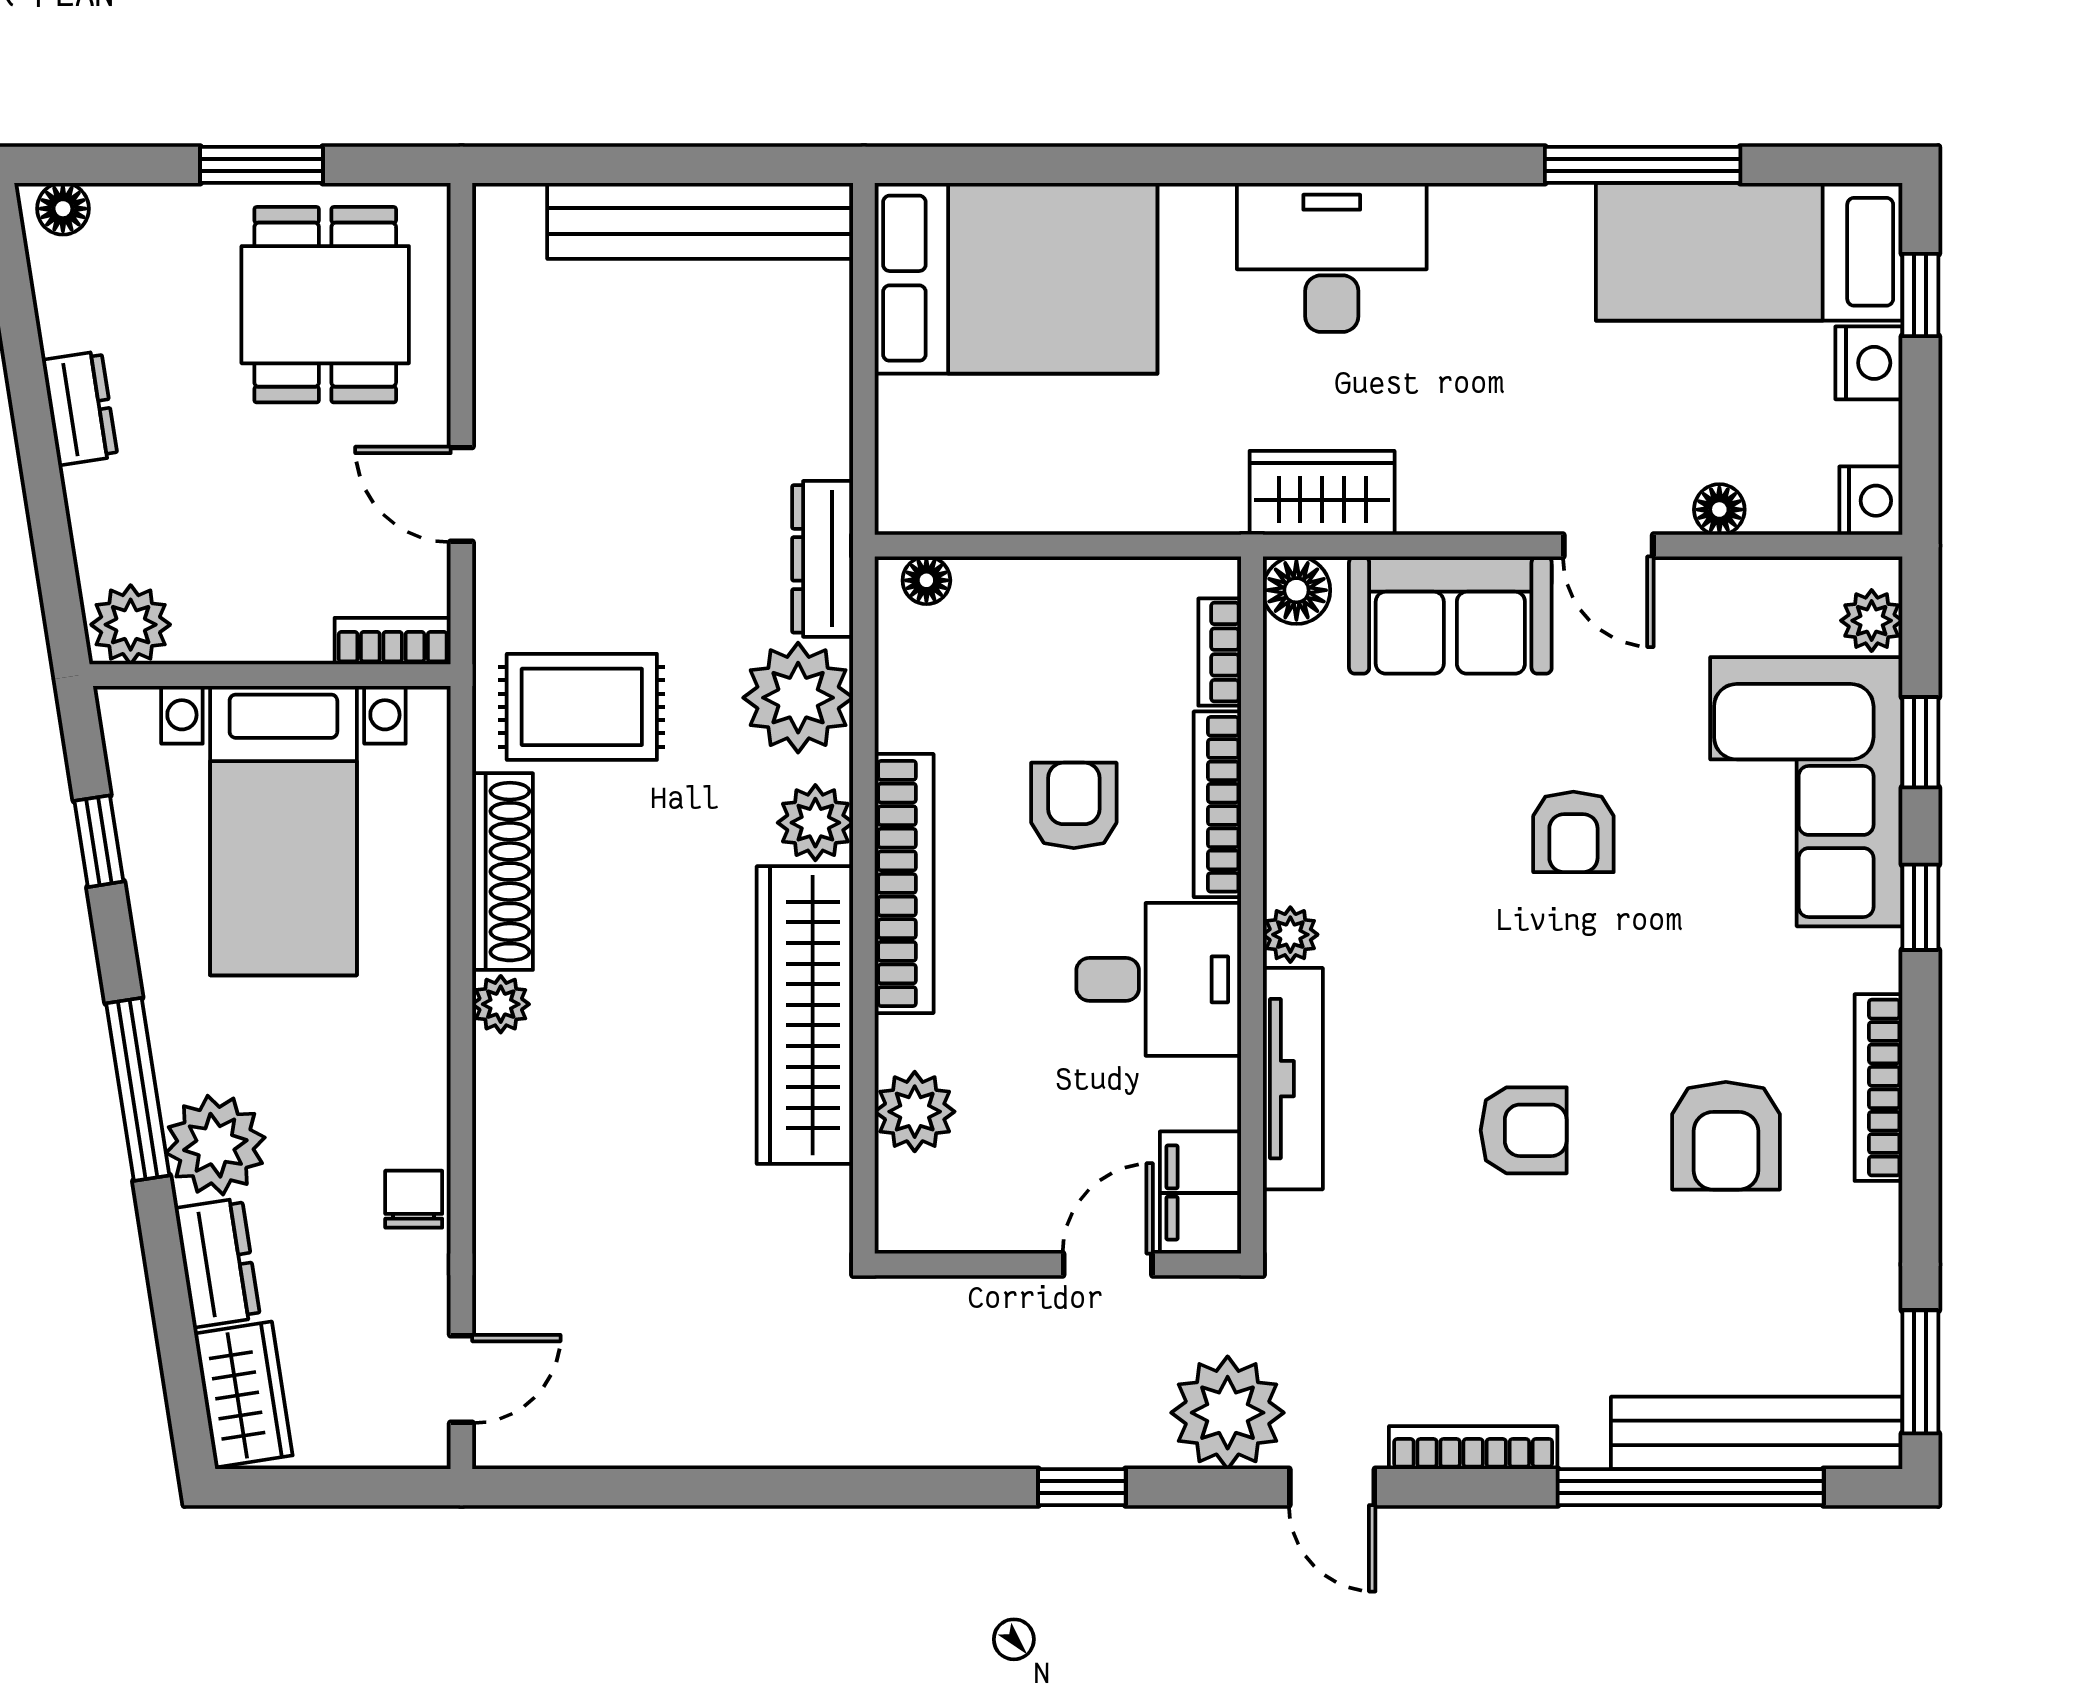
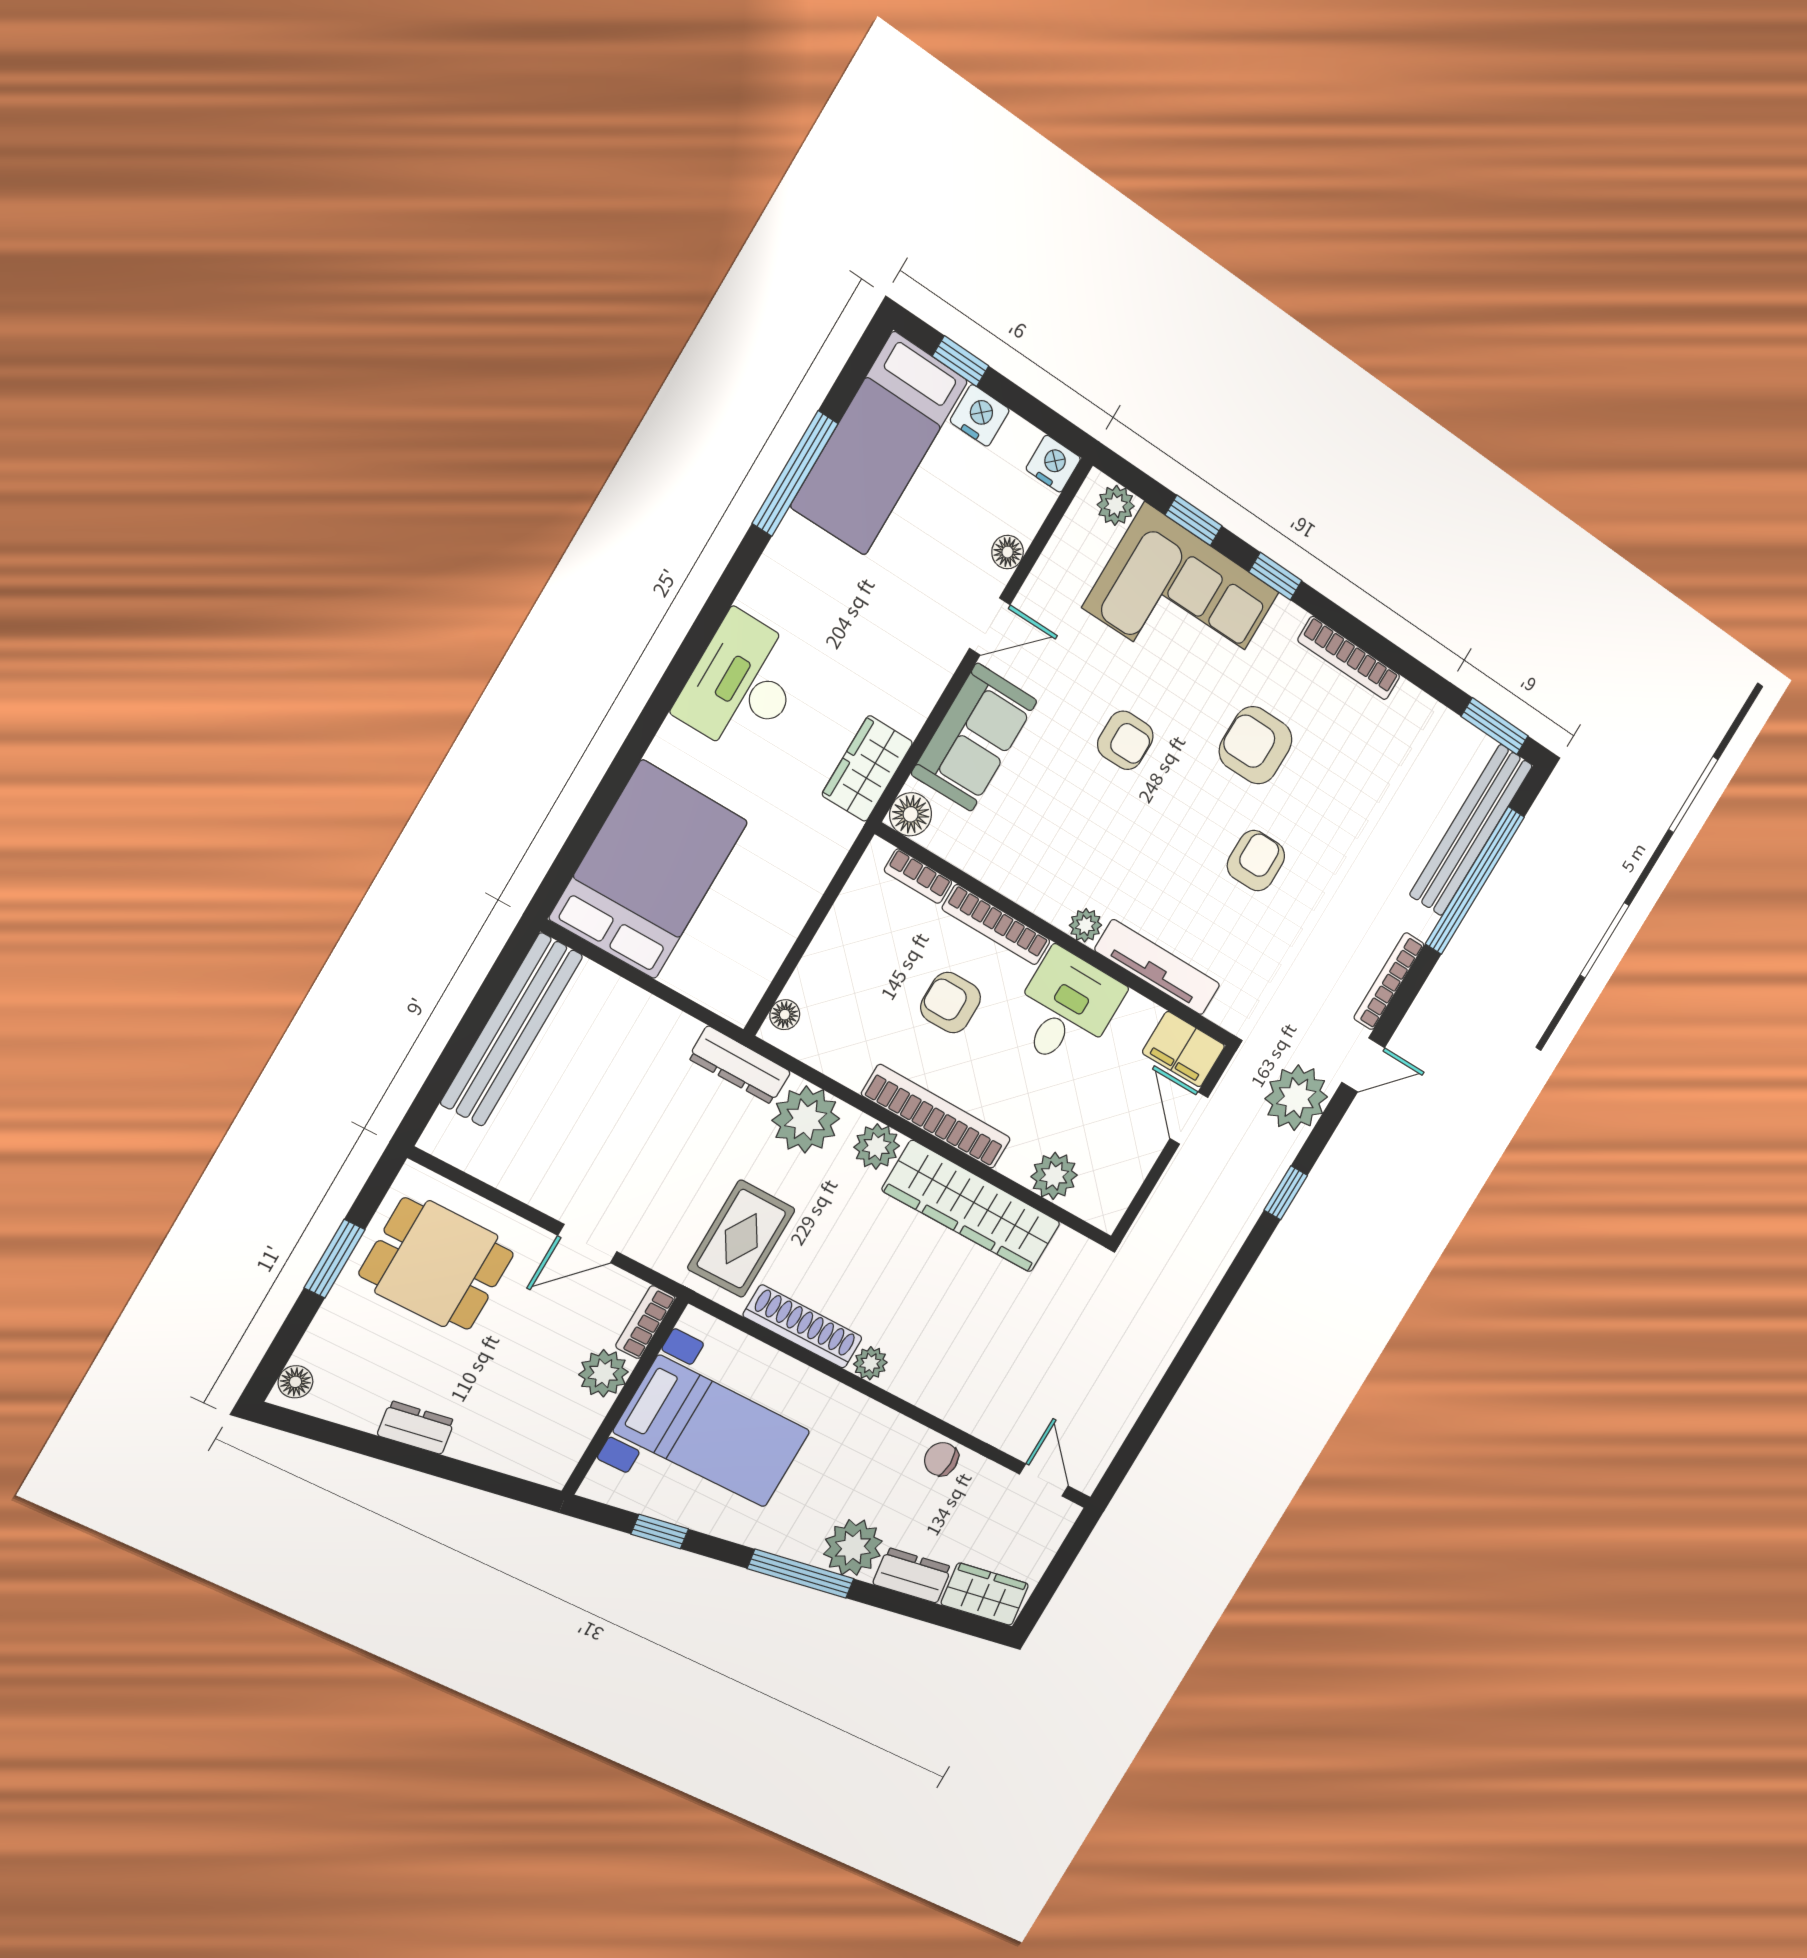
plant: (131, 625) -> (604, 1373), moved
armchair: (1726, 1136) -> (1256, 745), moved, turned 180

